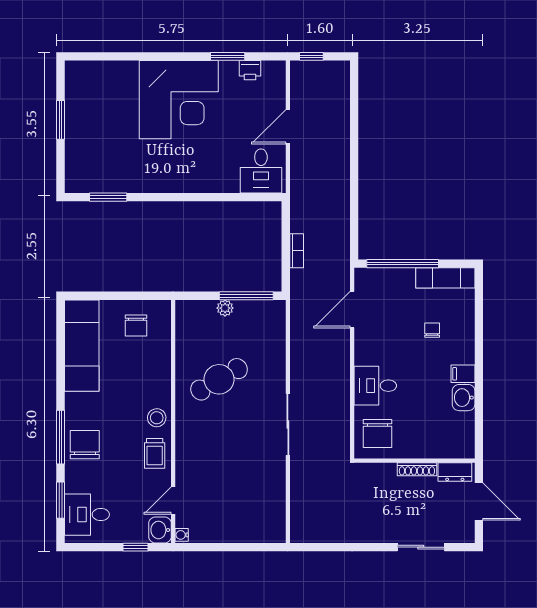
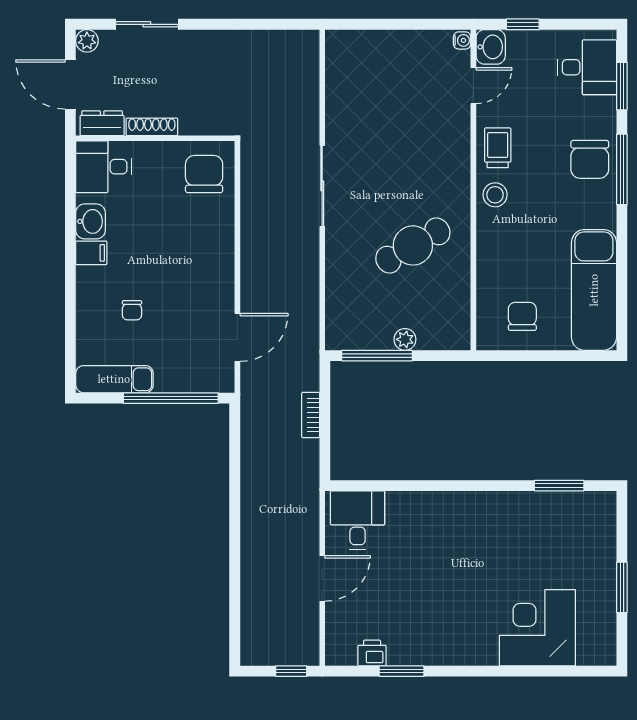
corner desk: (179, 100) -> (537, 628), moved, width x0.74, depth x0.74
desk: (375, 386) -> (104, 167), moved, turned 180
plant: (466, 535) -> (87, 41), added

